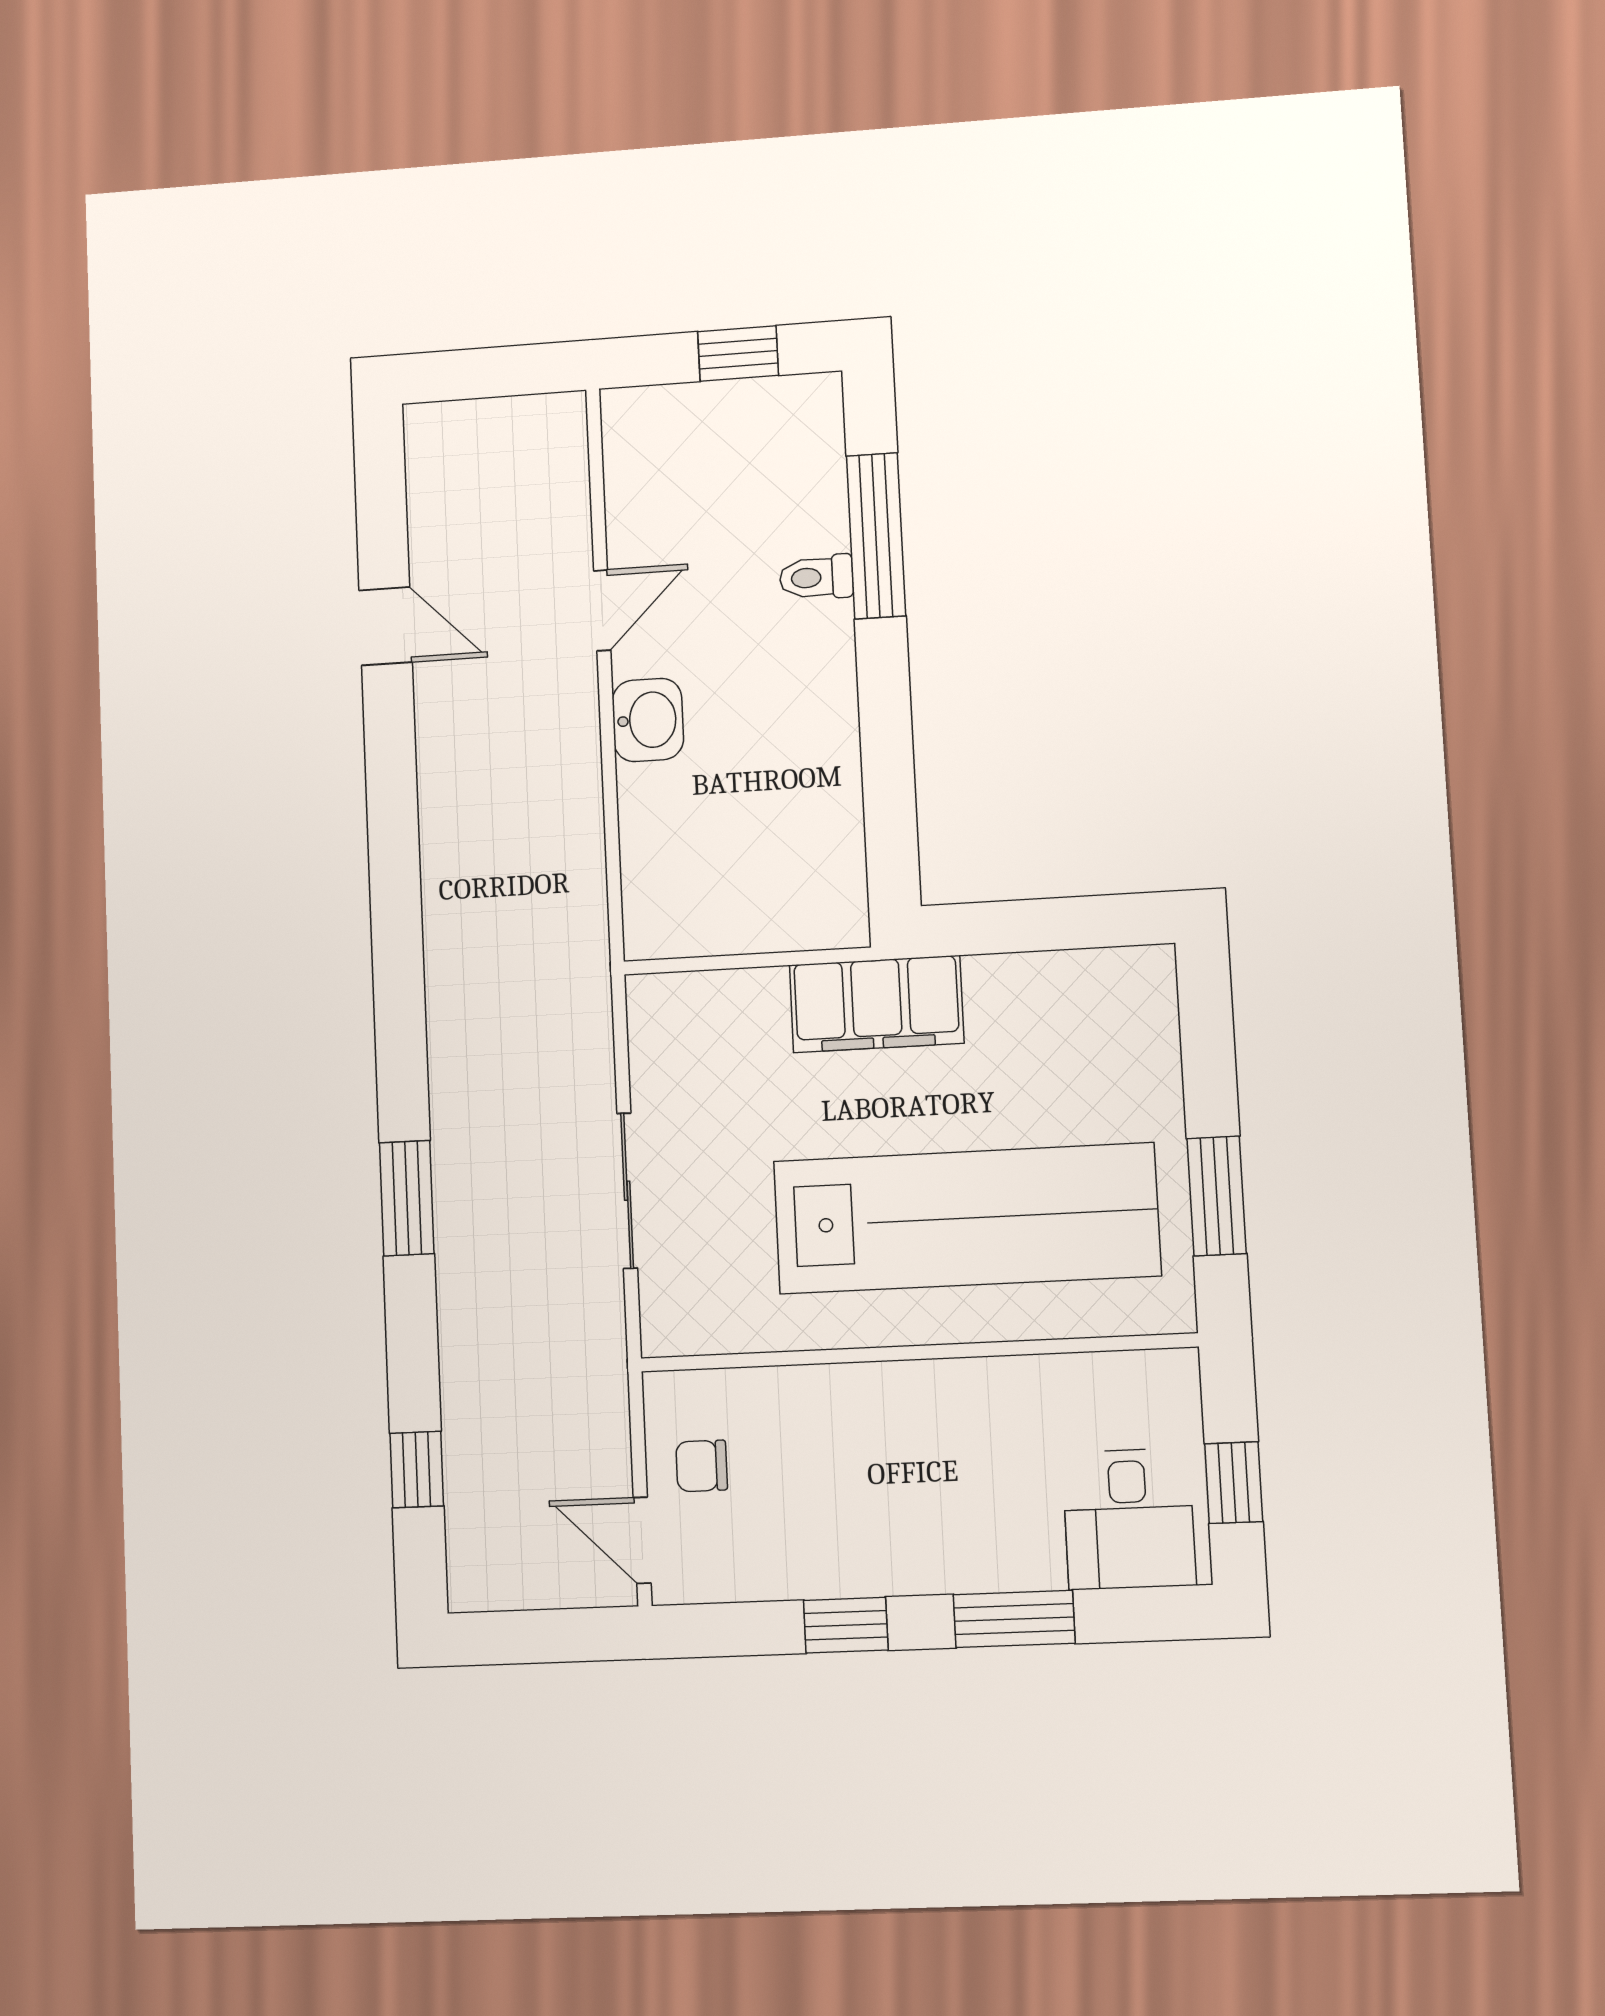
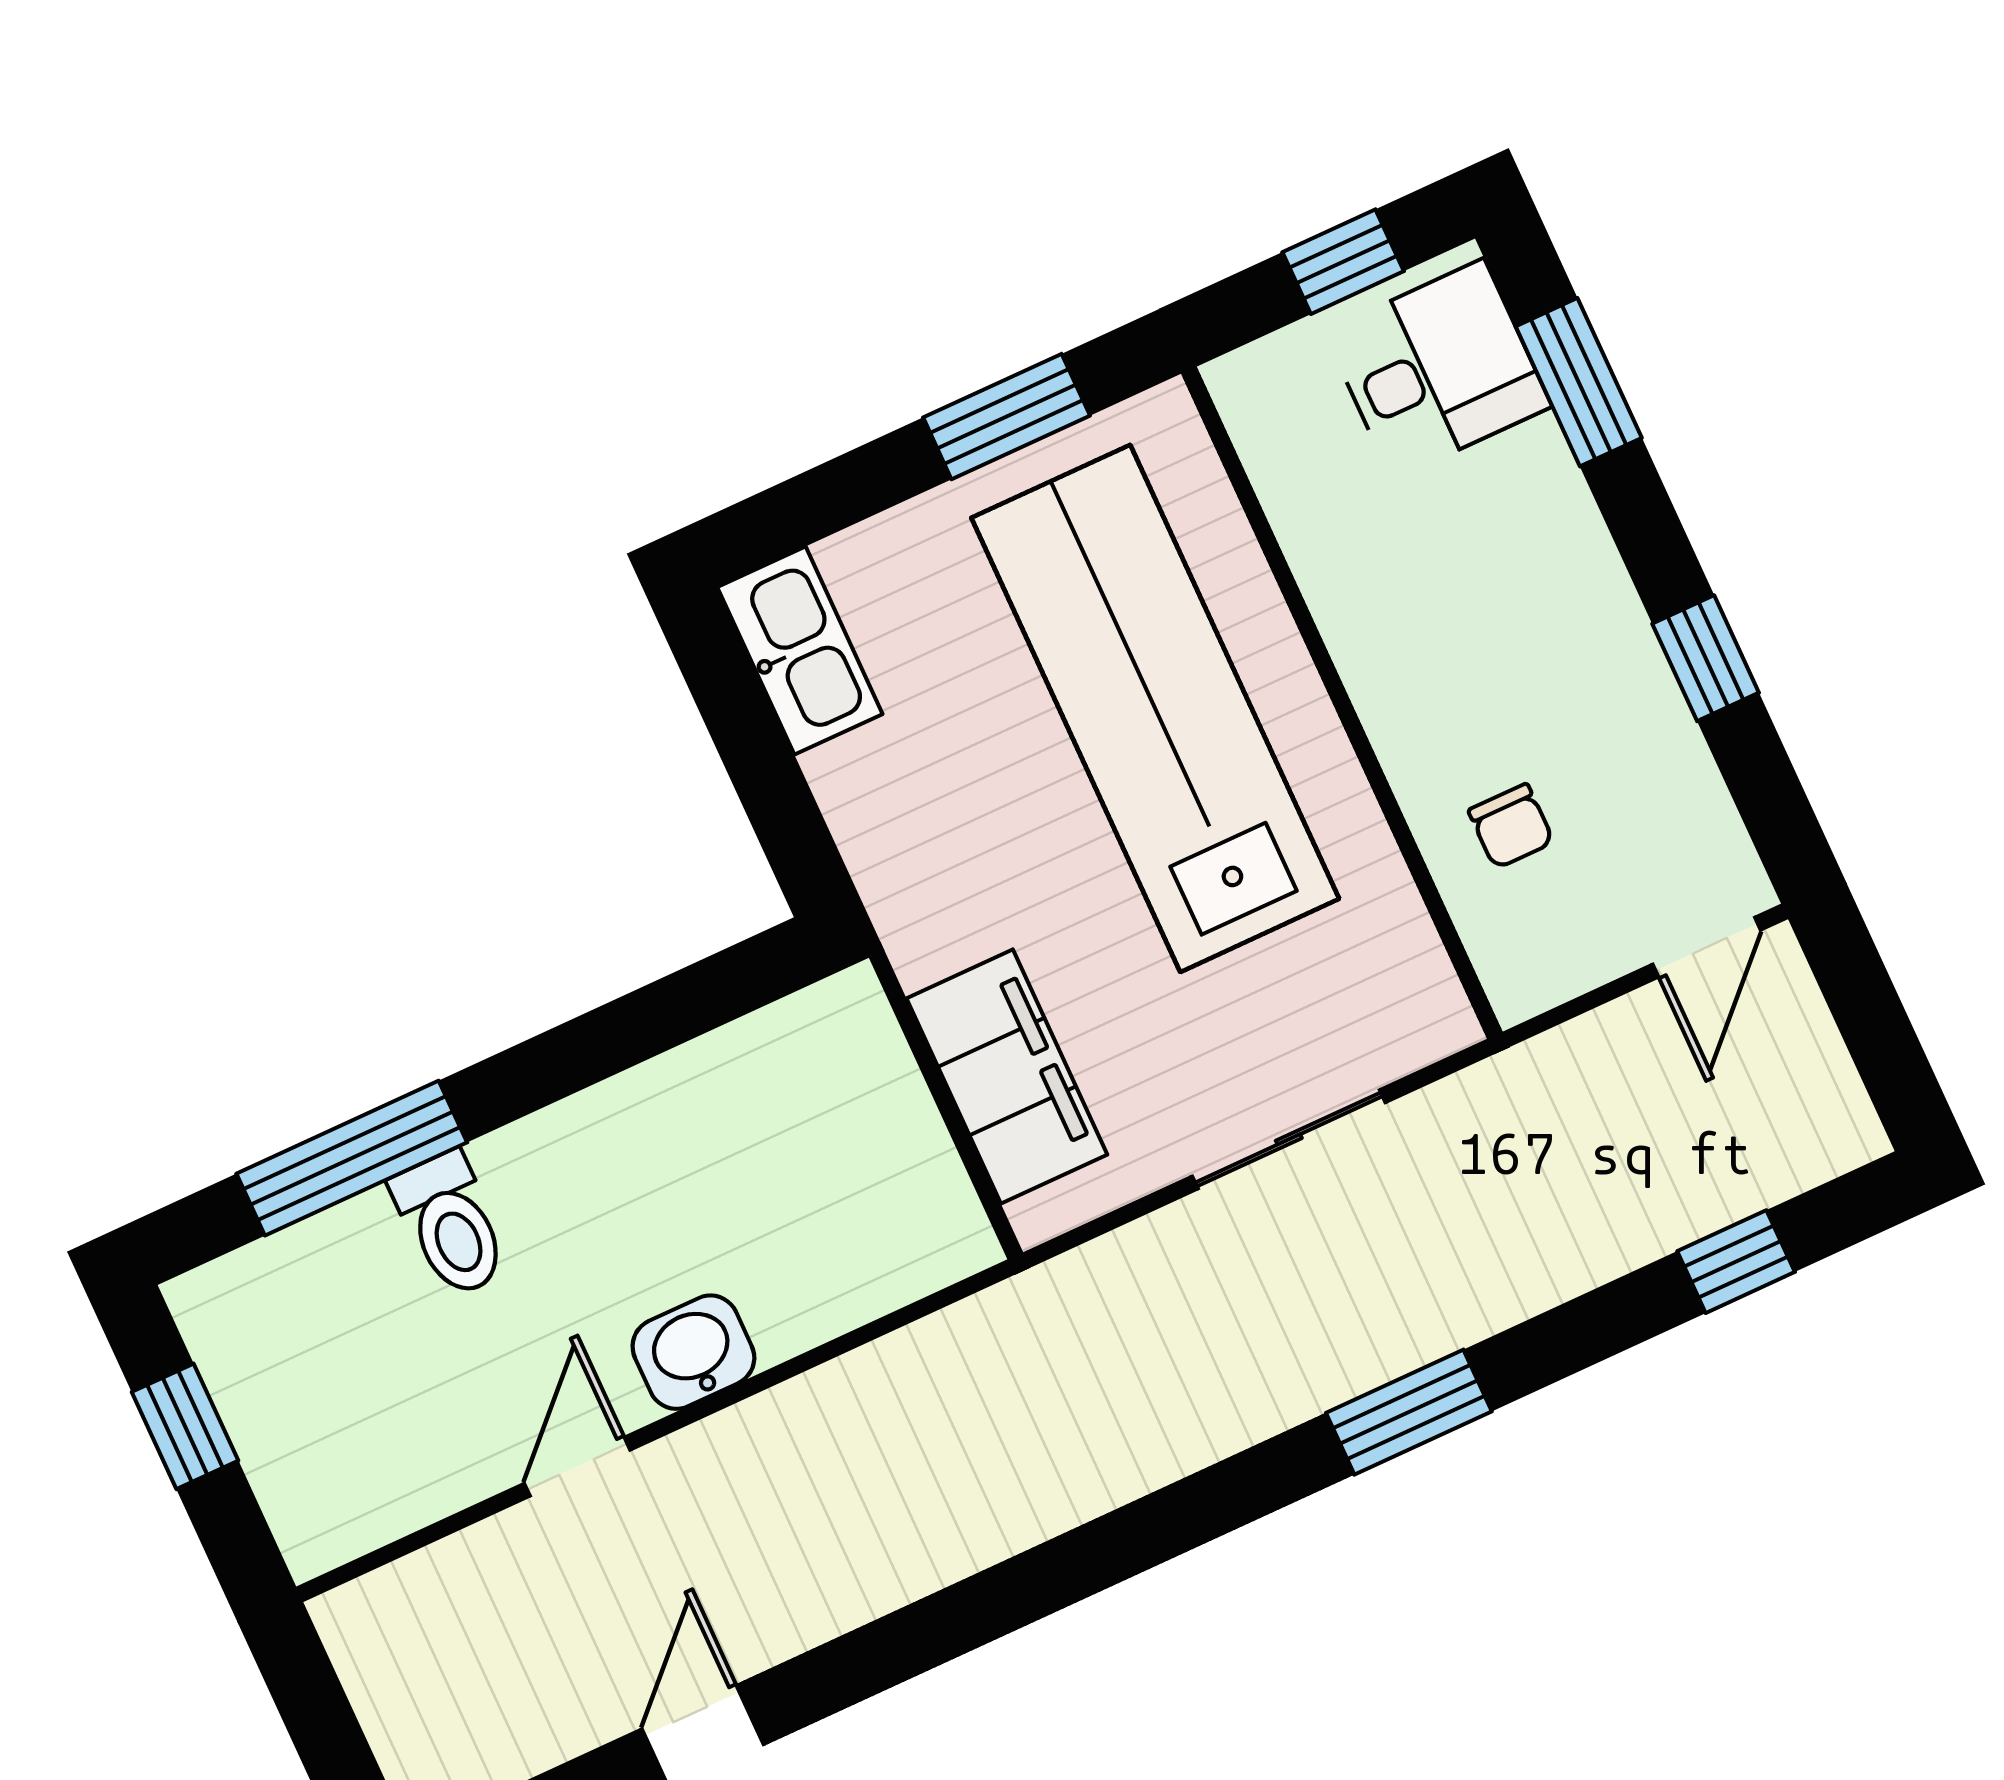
toilet: (816, 577) -> (451, 1225), width x1.37, depth x1.39
door: (602, 610) -> (577, 1467), hinge flipped
kitchen sink: (1107, 984) -> (800, 651), added
filing cabinet: (877, 1004) -> (1007, 1077), moved
chair: (702, 1466) -> (1511, 826), moved
window: (1014, 1619) -> (1579, 382), moved

